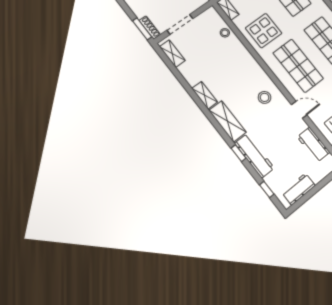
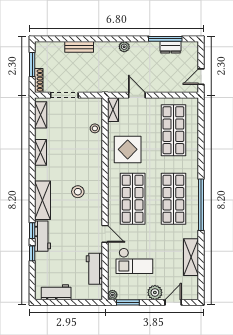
window: (142, 29) -> (32, 64), moved
shelving: (205, 95) -> (41, 152), moved
stool: (265, 97) -> (78, 192), moved
workbench: (254, 156) -> (43, 236), width x0.73
window: (267, 189) -> (32, 253), moved

